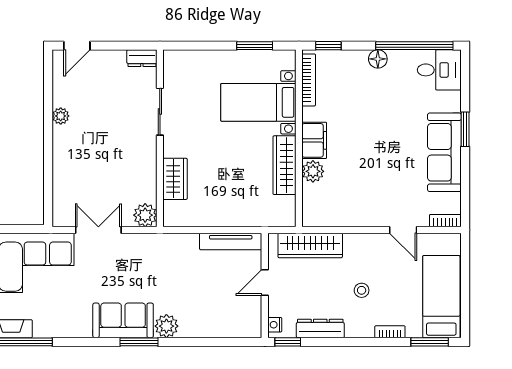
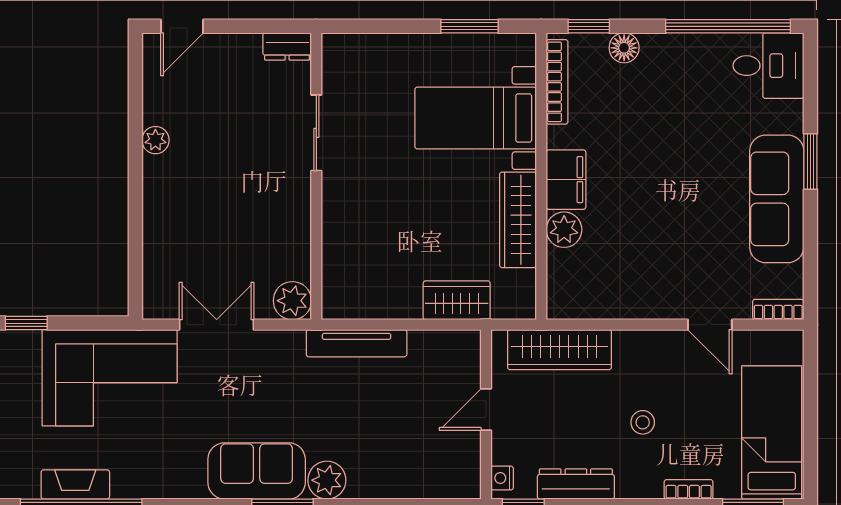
floor lamp: (378, 59) -> (624, 48), moved
wardrobe: (175, 179) -> (457, 300), moved, turned -90
tv unit: (231, 241) -> (357, 343), moved

